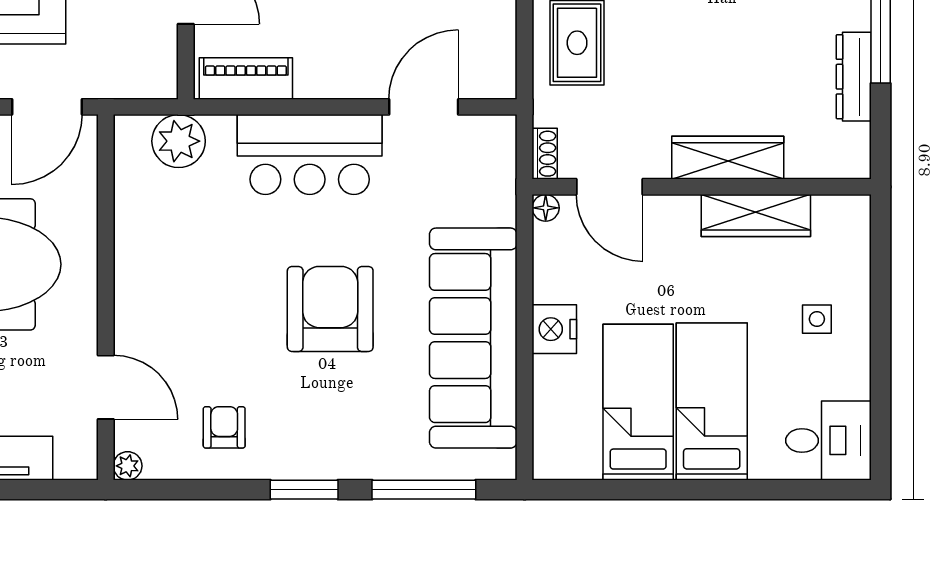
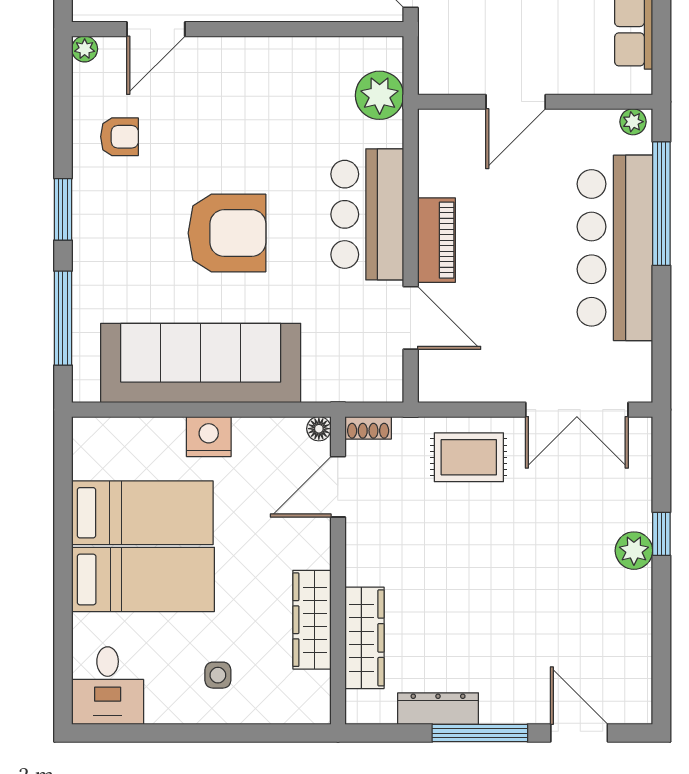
piano: (246, 78) -> (436, 240), moved
wardrobe: (728, 158) -> (364, 638), moved

